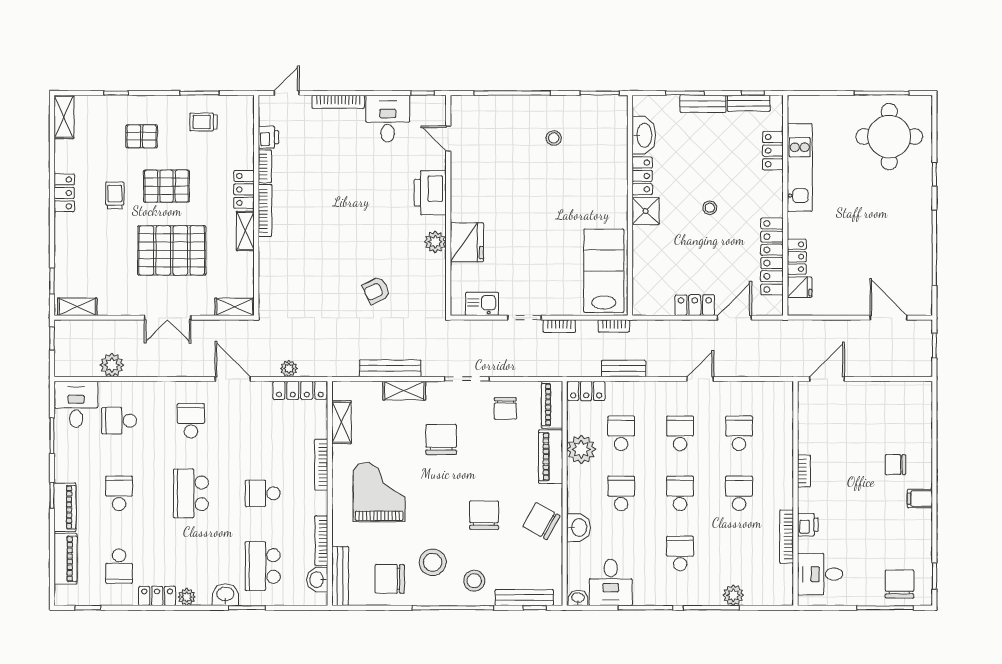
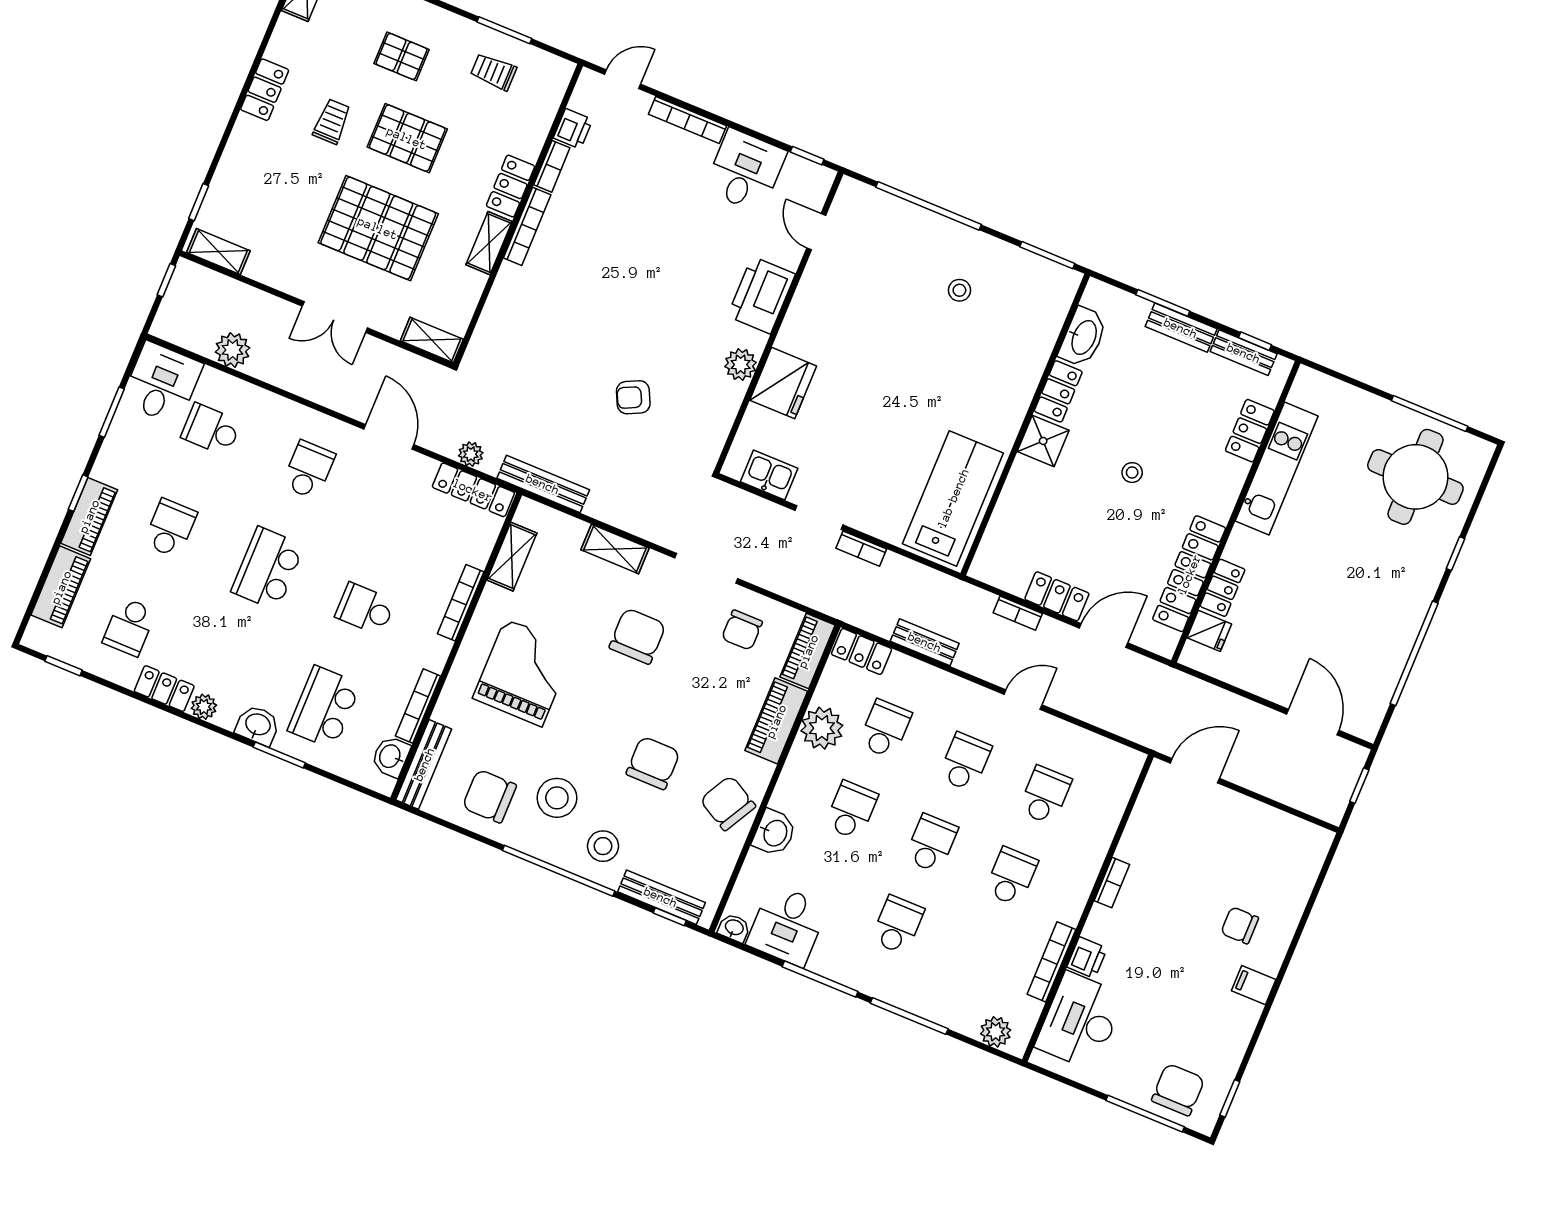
bookcase: (614, 326) -> (1018, 613), moved
bench: (390, 368) -> (543, 484), moved
desk: (820, 574) -> (1080, 1021), width x1.37
plant: (733, 595) -> (996, 1032), moved

